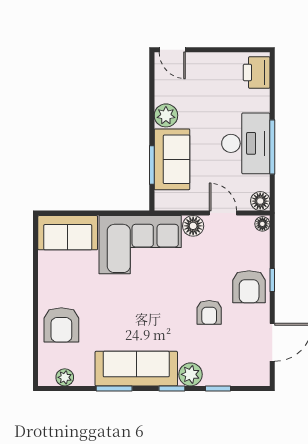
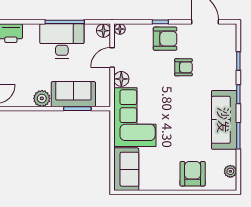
armchair: (61, 325) -> (193, 174), turned -90
plant: (191, 374) -> (228, 81), removed

